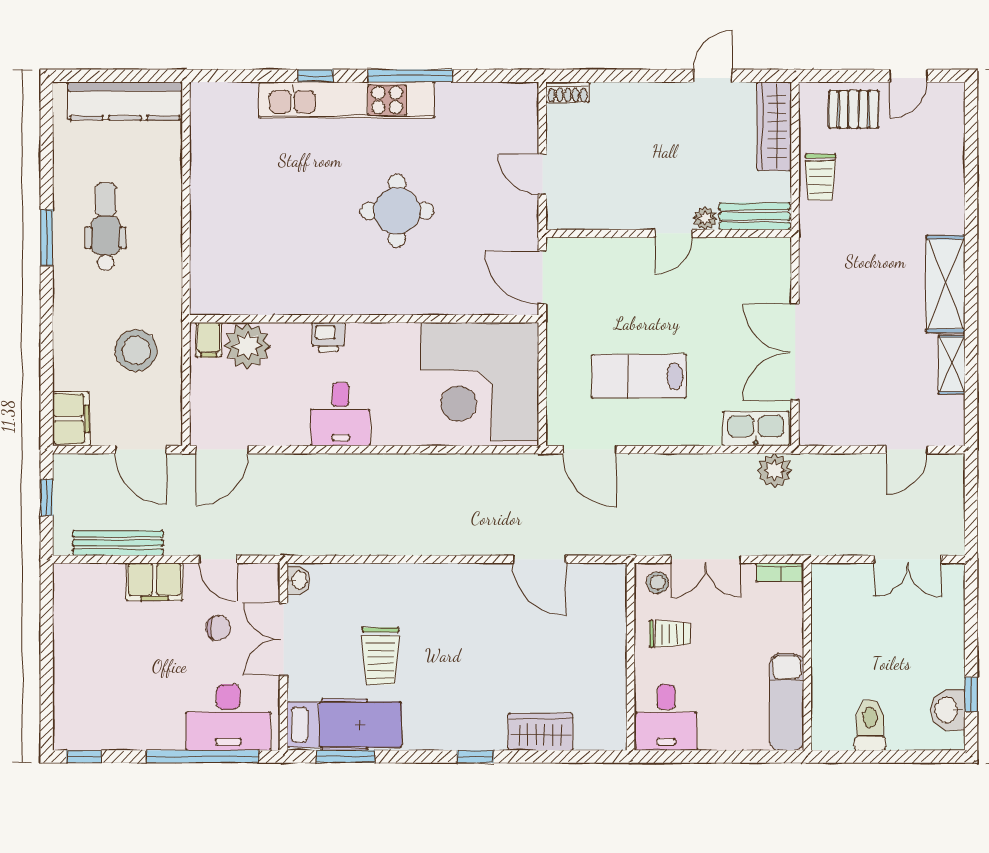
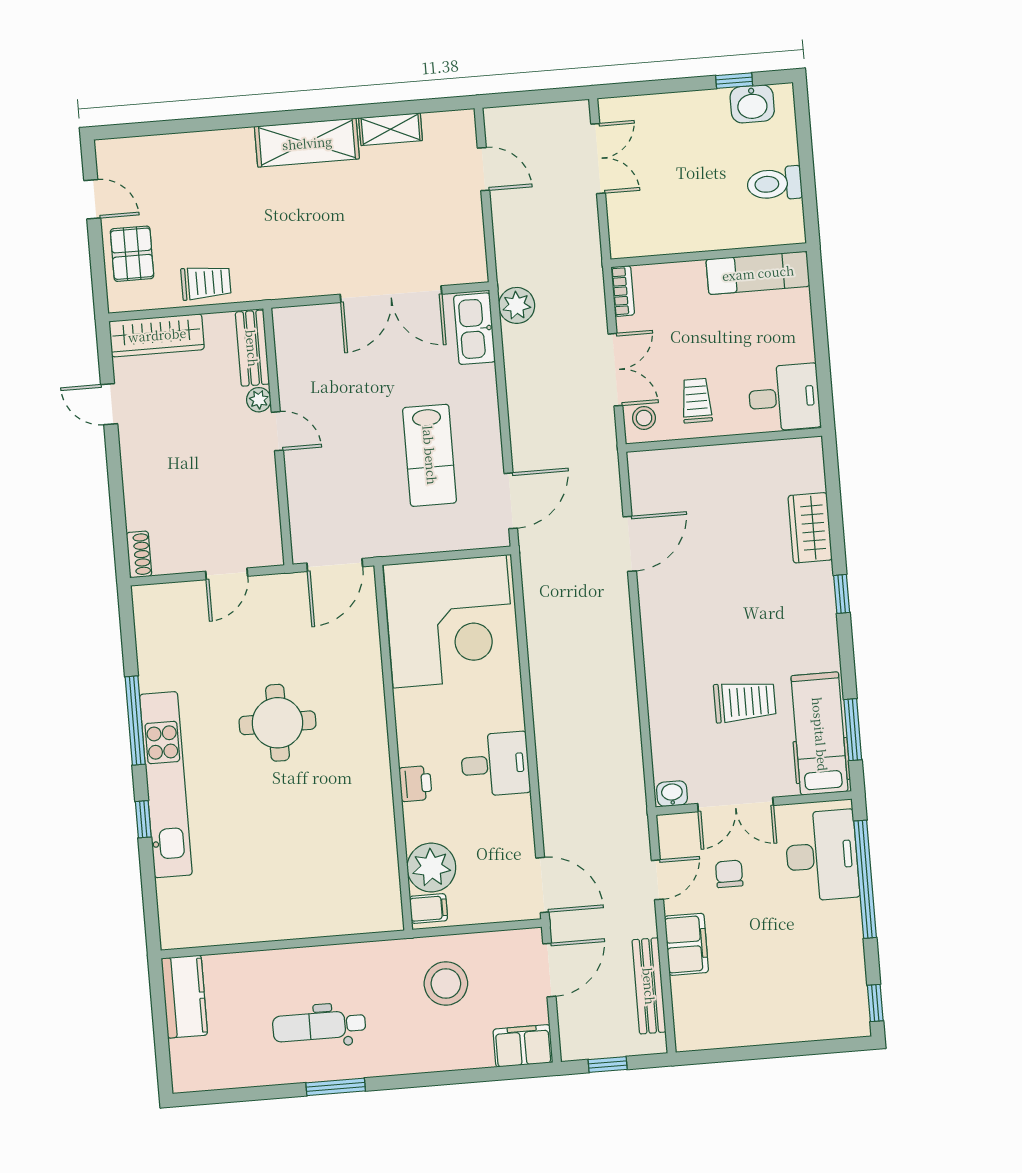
kitchen counter: (125, 101) -> (184, 997), width x0.67

